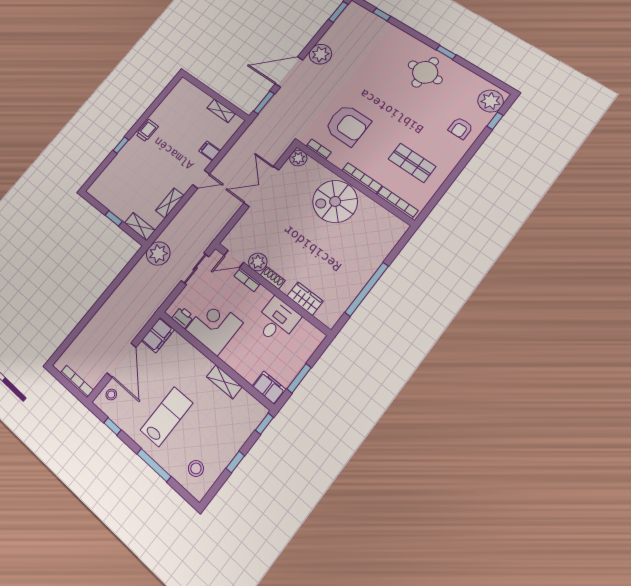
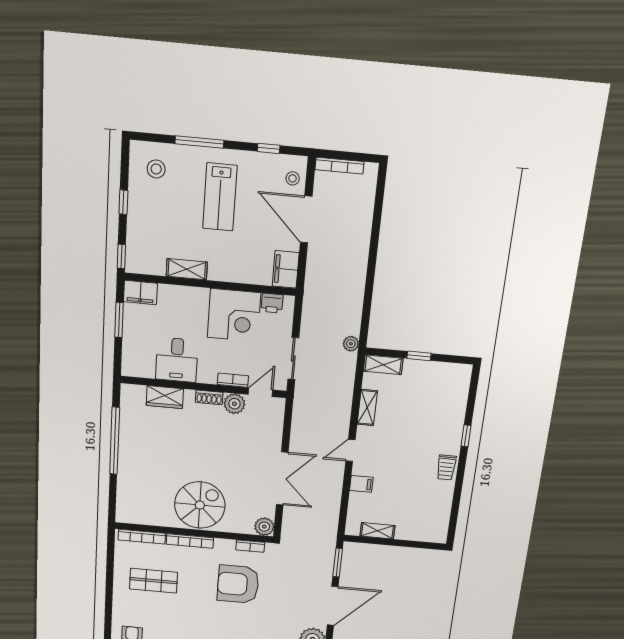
plant: (158, 254) -> (351, 344), width x0.53, depth x0.53

